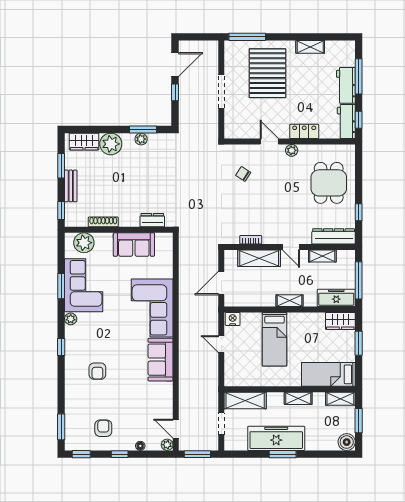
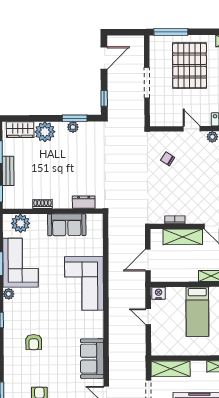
window: (175, 92) -> (104, 98), moved
shoe rack: (103, 222) -> (42, 204), width x0.70
sofa: (160, 360) -> (92, 359), moved

